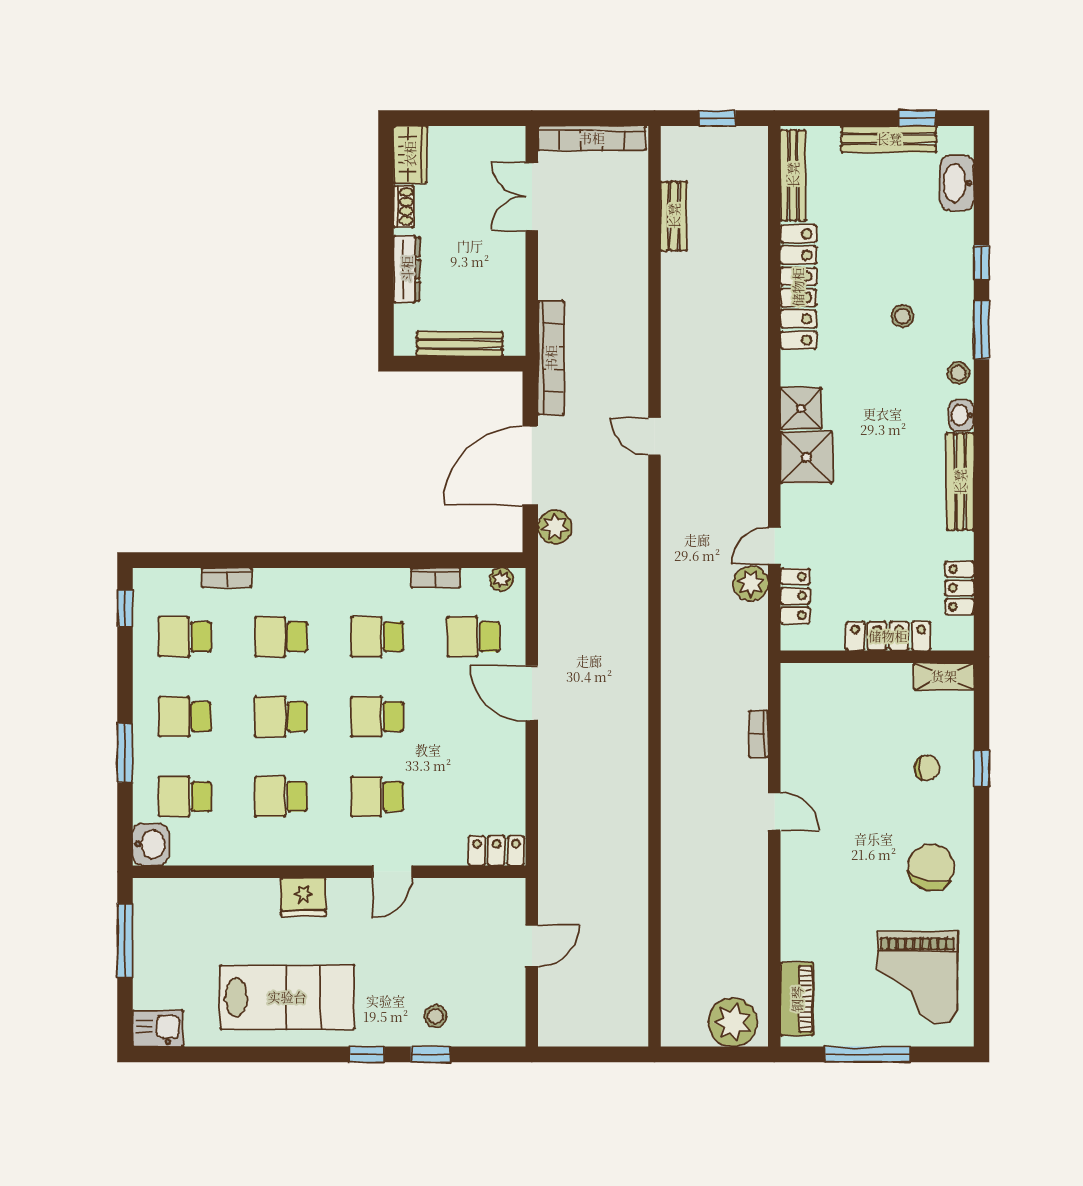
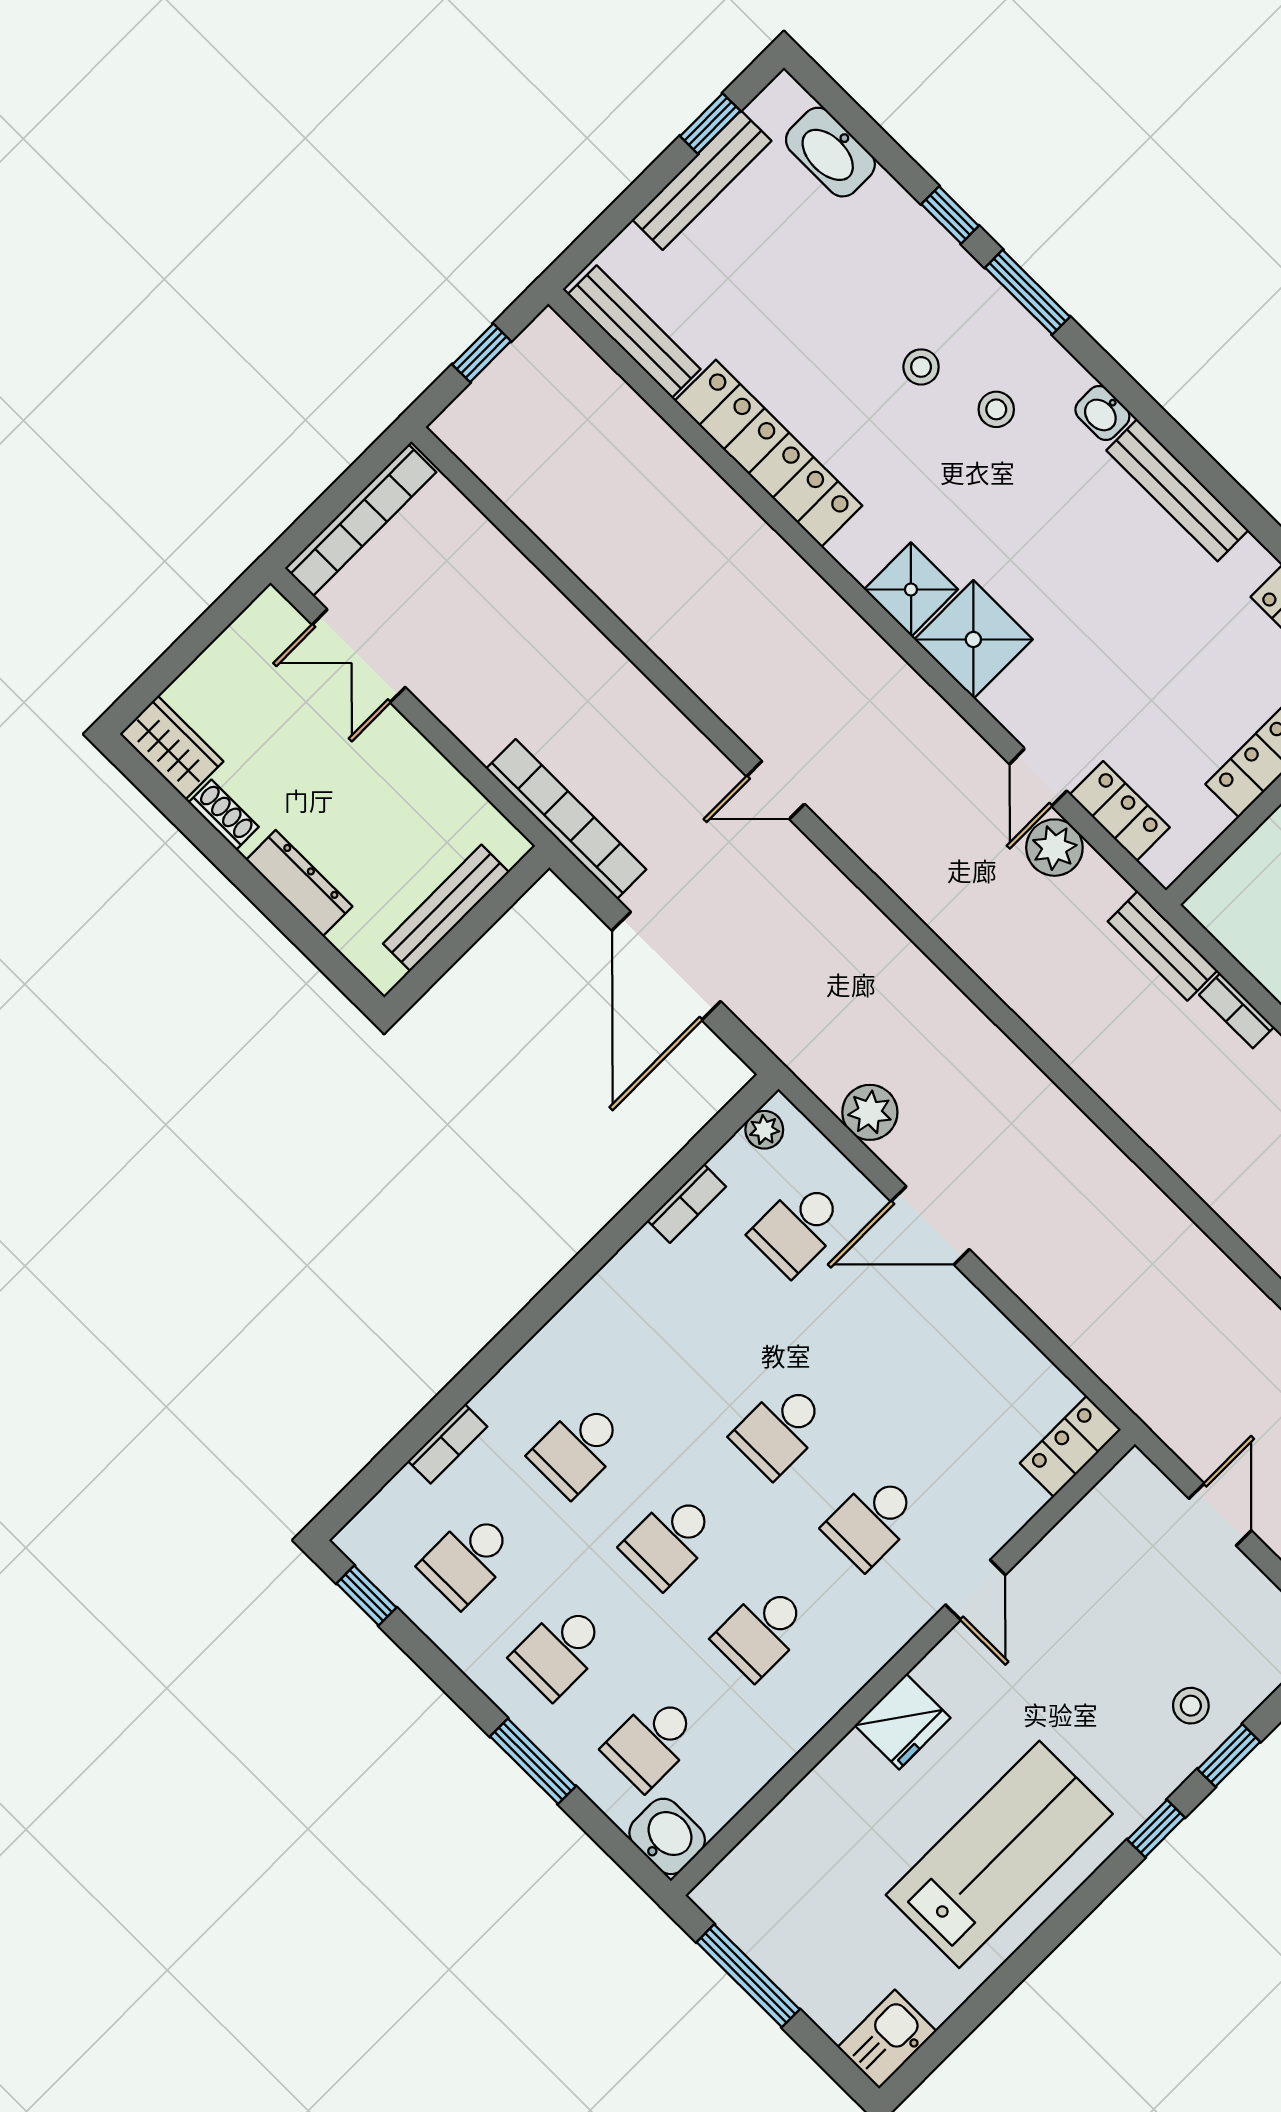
bench: (674, 216) -> (1163, 946), moved
stool: (958, 373) -> (996, 409), moved
plant: (555, 527) -> (870, 1112), moved
school desk: (377, 637) -> (688, 1338), removed

